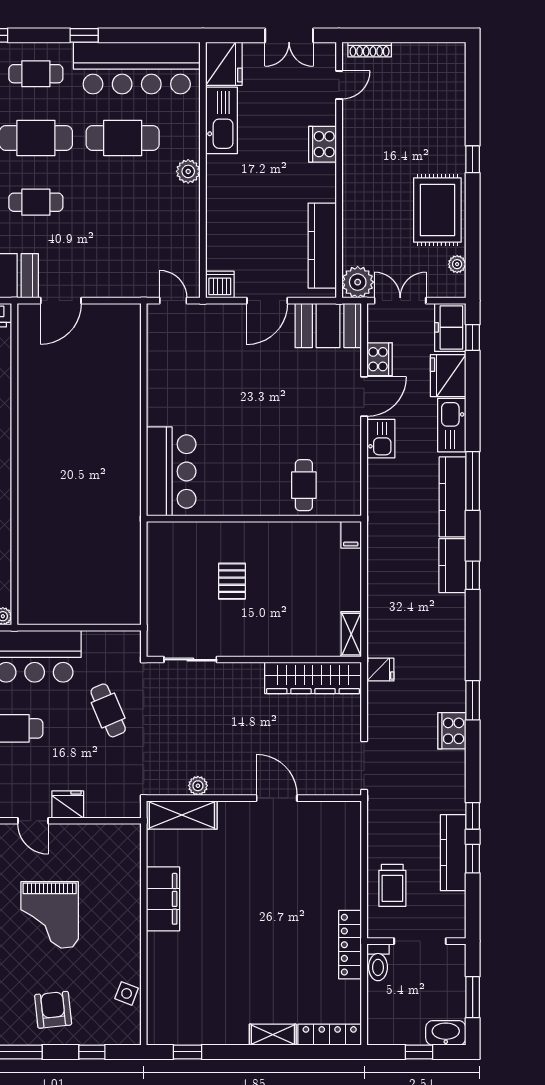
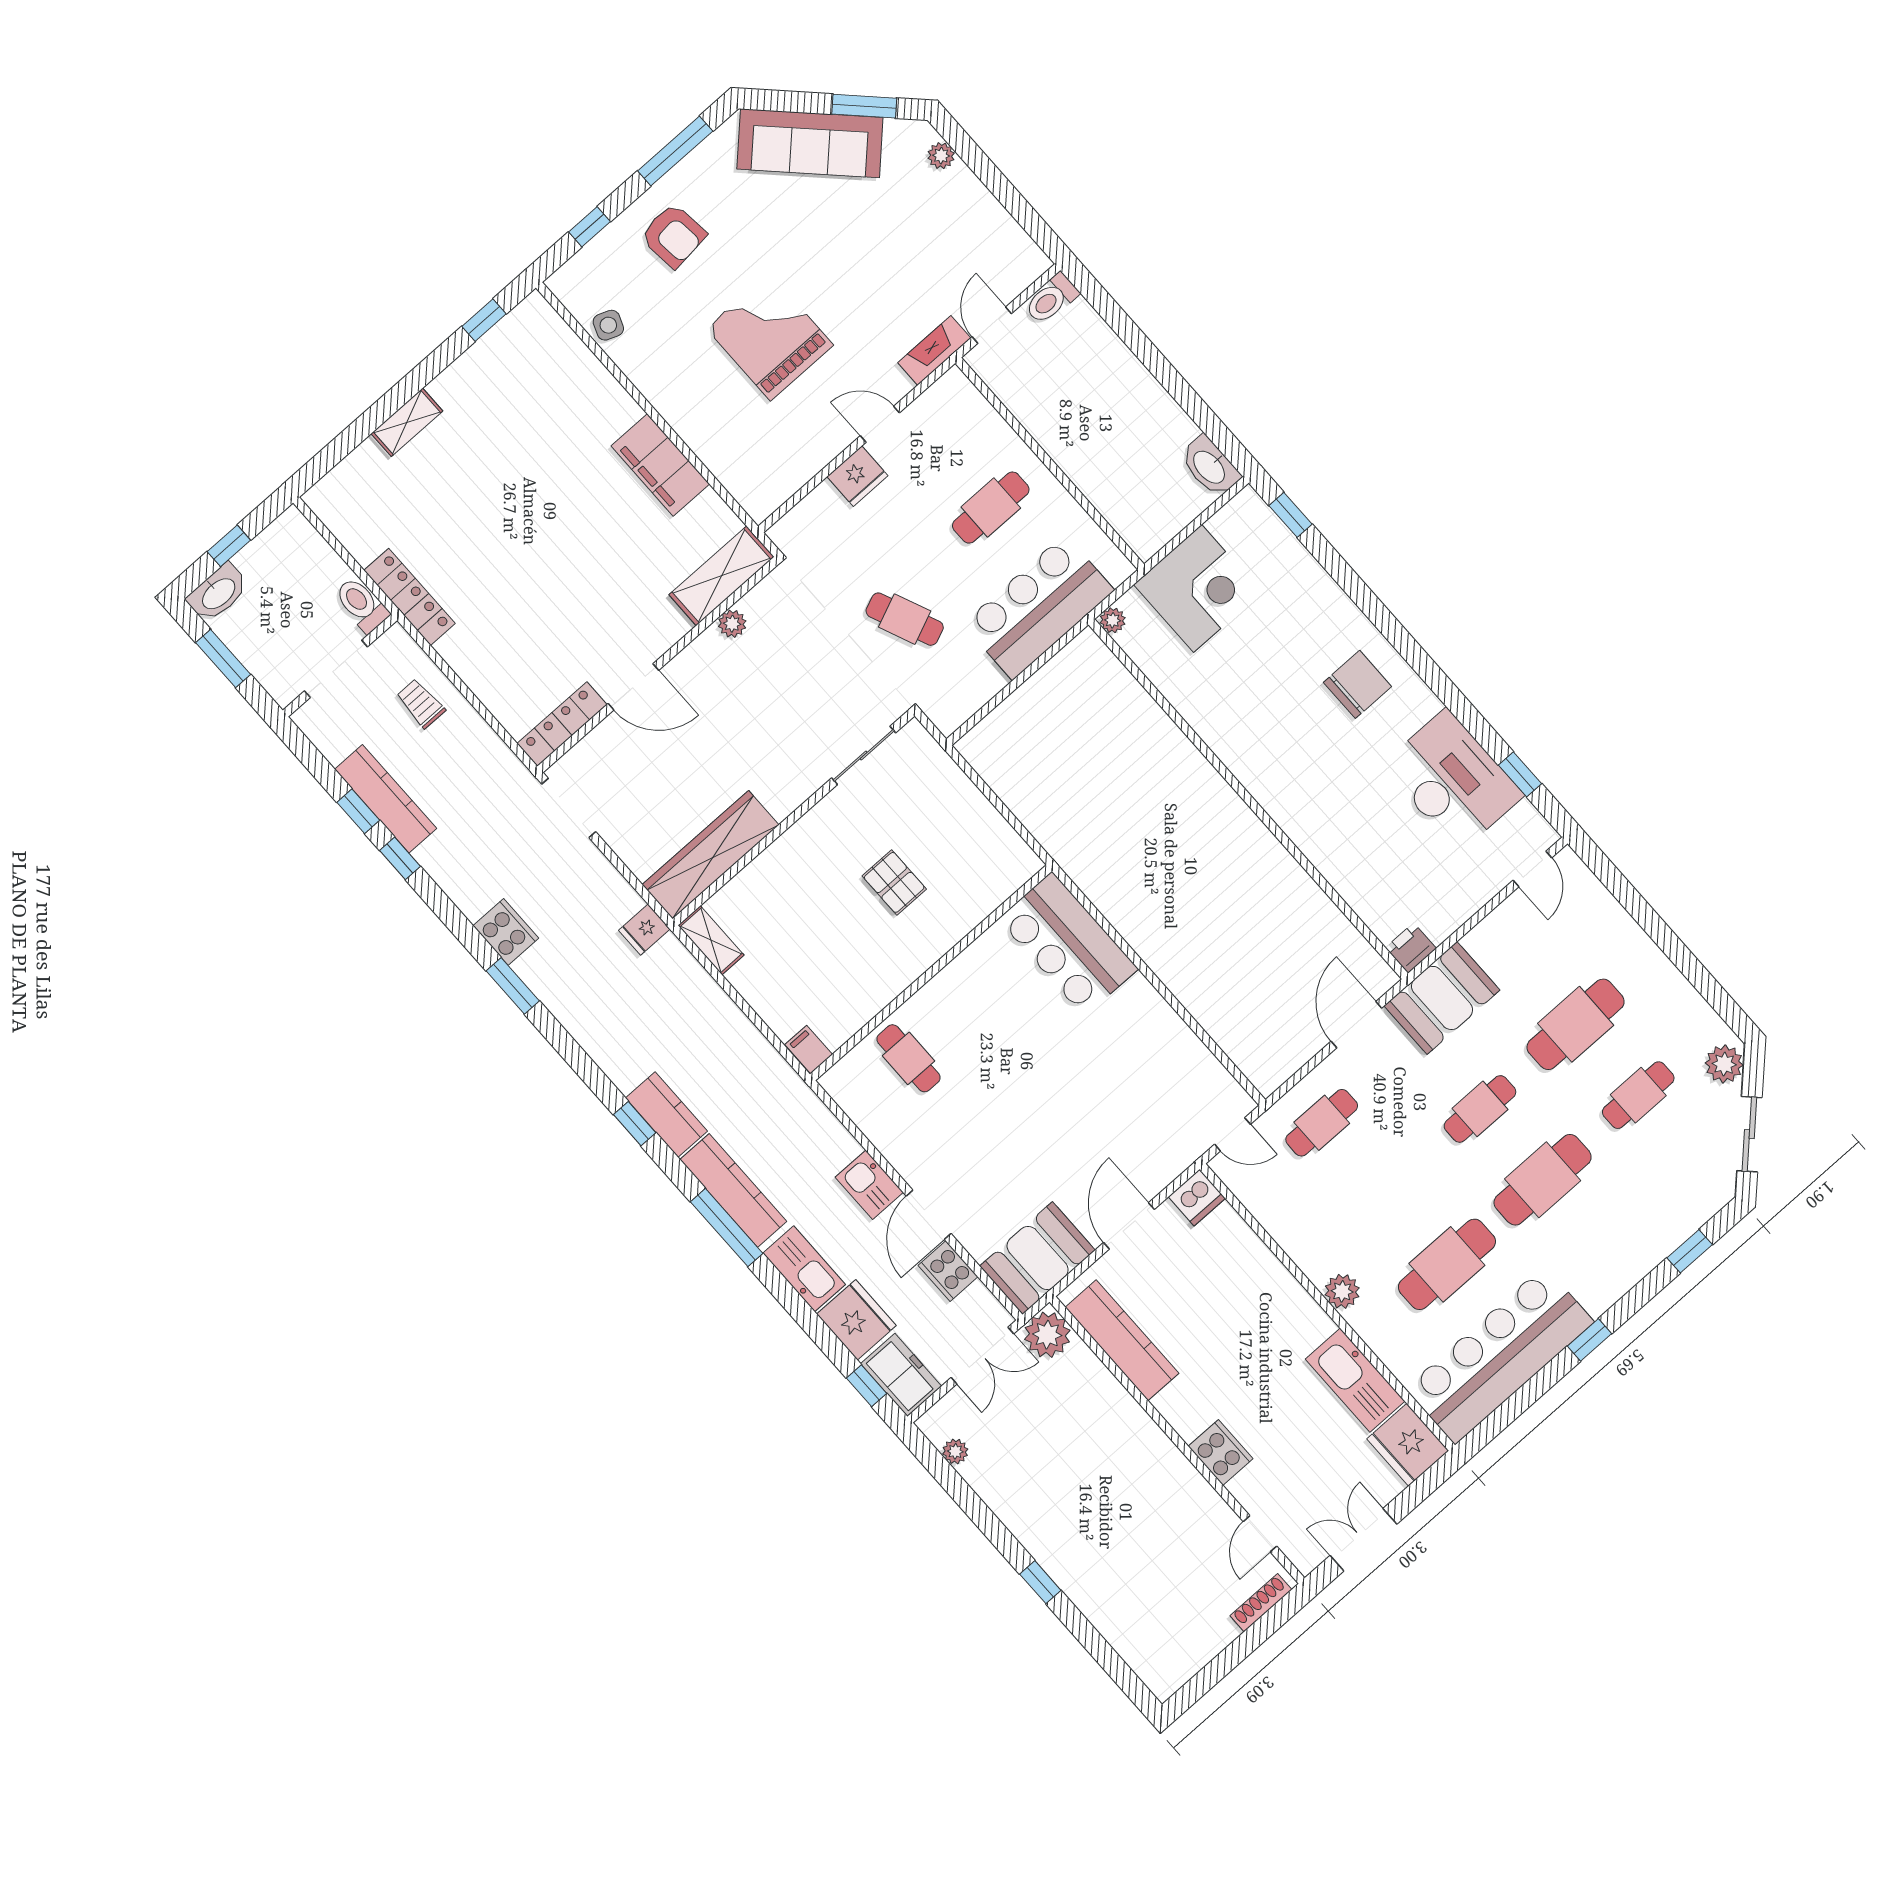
cafe table: (36, 74) -> (1322, 1123), moved
rug: (437, 210) -> (1030, 1492), removed
trolley: (392, 885) -> (421, 703), width x0.73, depth x0.72
locker: (330, 1035) -> (562, 724), moved, turned 180

